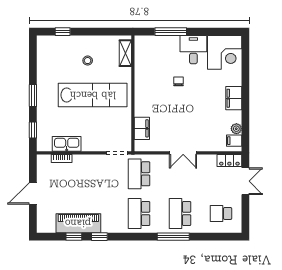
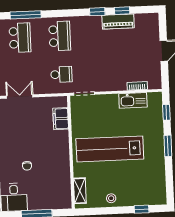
stool: (88, 61) -> (111, 198), moved
school desk: (139, 174) -> (61, 74), width x0.54
piano: (78, 223) -> (118, 22), width x0.73, depth x0.75

